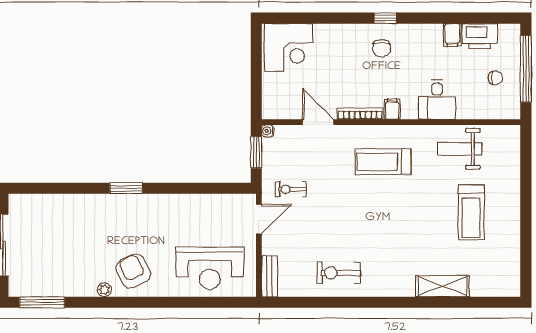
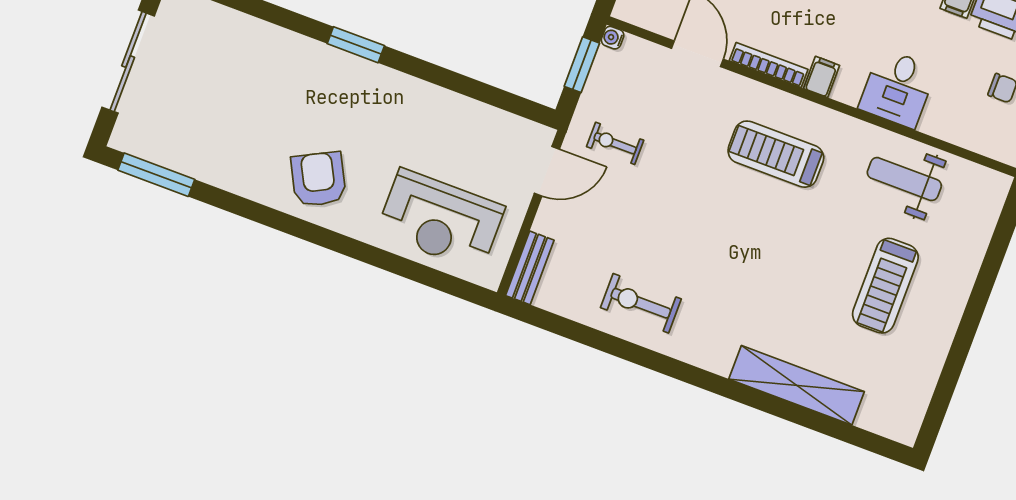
shelving: (442, 286) -> (797, 385), width x1.47
plant: (104, 290) -> (262, 192), removed

